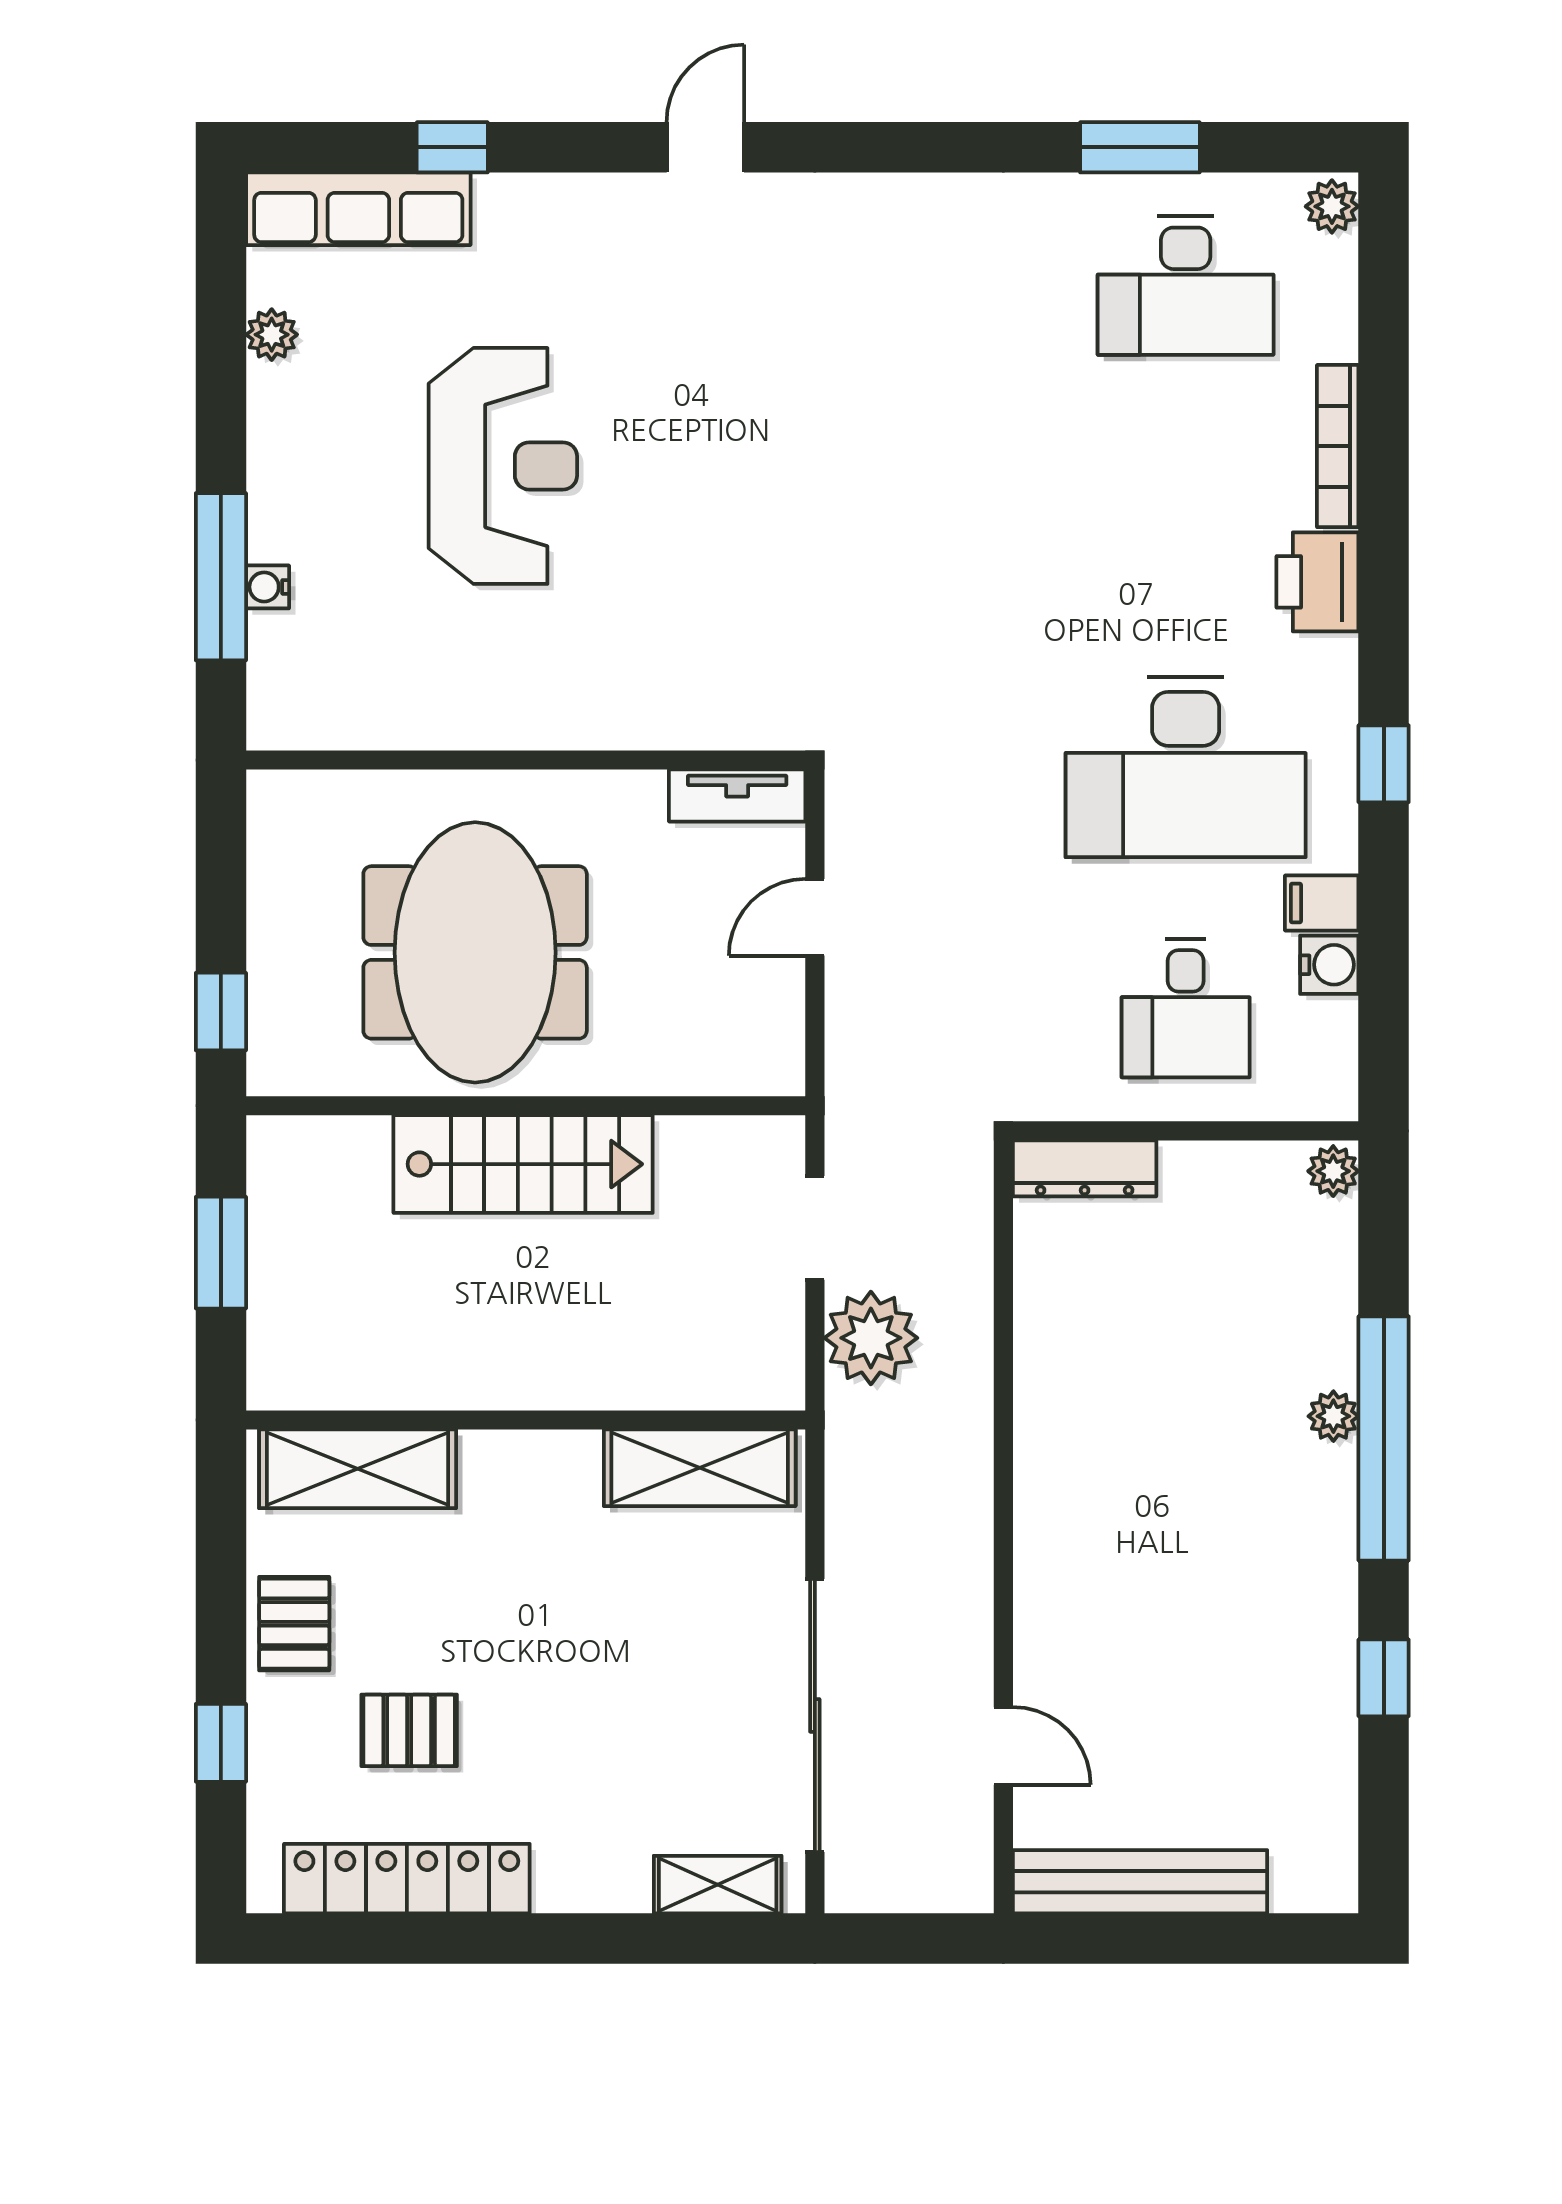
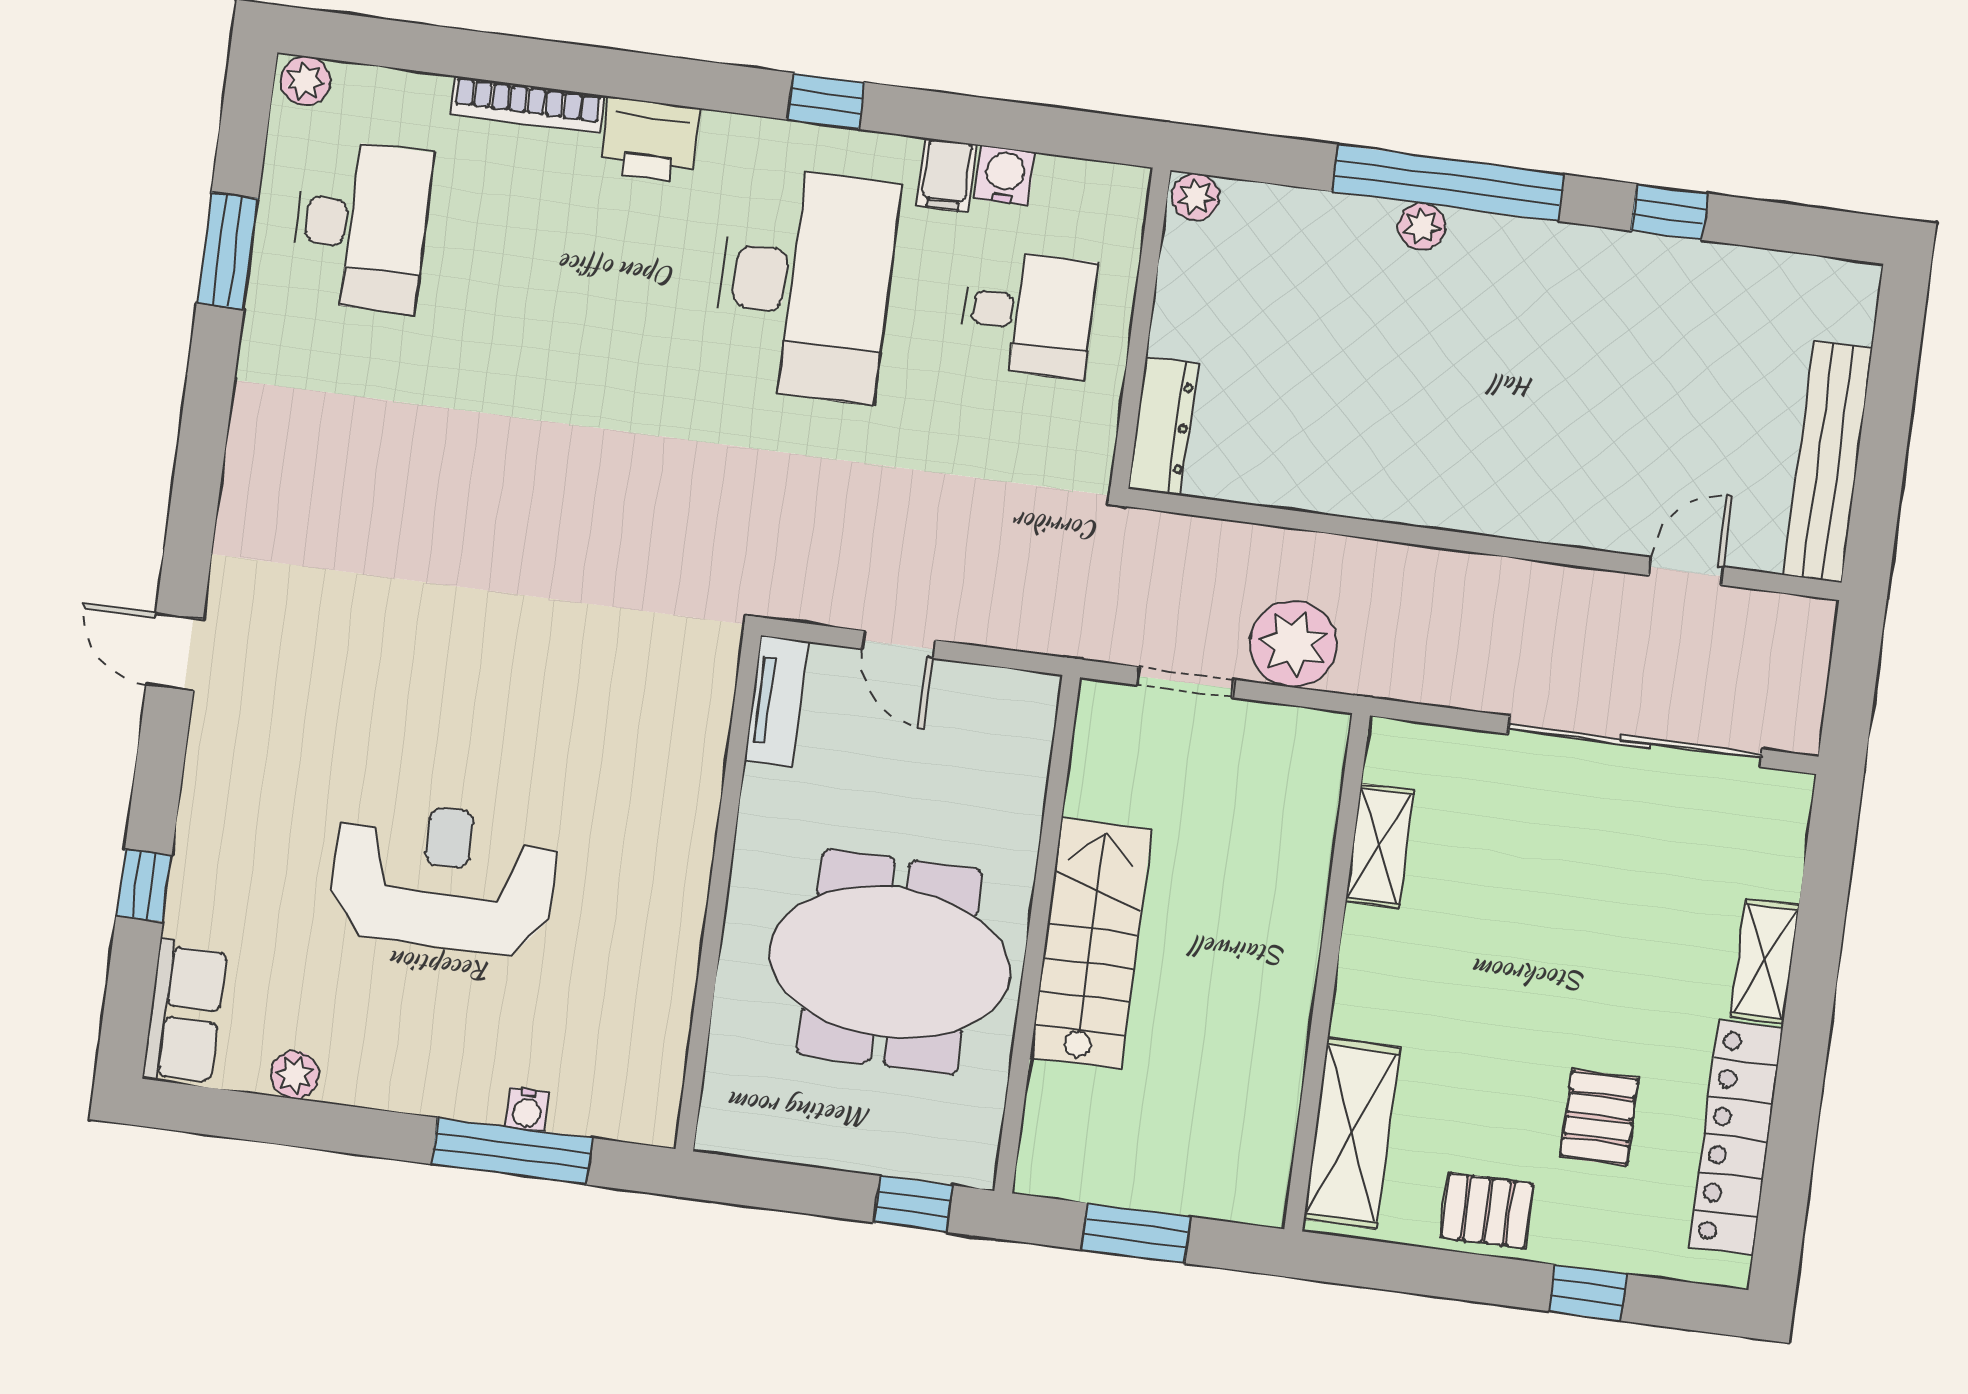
row of seats: (358, 209) -> (185, 1013), width x0.68
shelving: (700, 1468) -> (1380, 846), width x0.67, depth x0.75
shelving: (718, 1885) -> (1765, 962), moved

